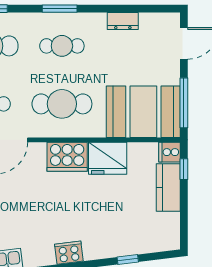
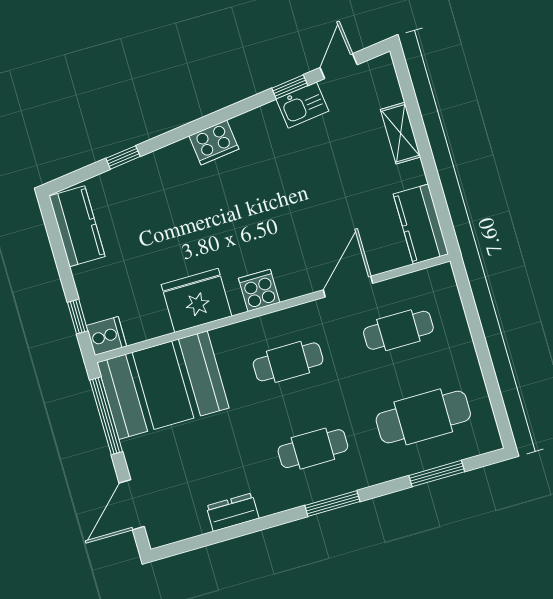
cafe table: (62, 104) -> (288, 362), width x0.73, depth x0.74
cooker: (67, 157) -> (259, 290), width x0.53, depth x0.76
kitchen counter: (168, 187) -> (77, 226), moved

